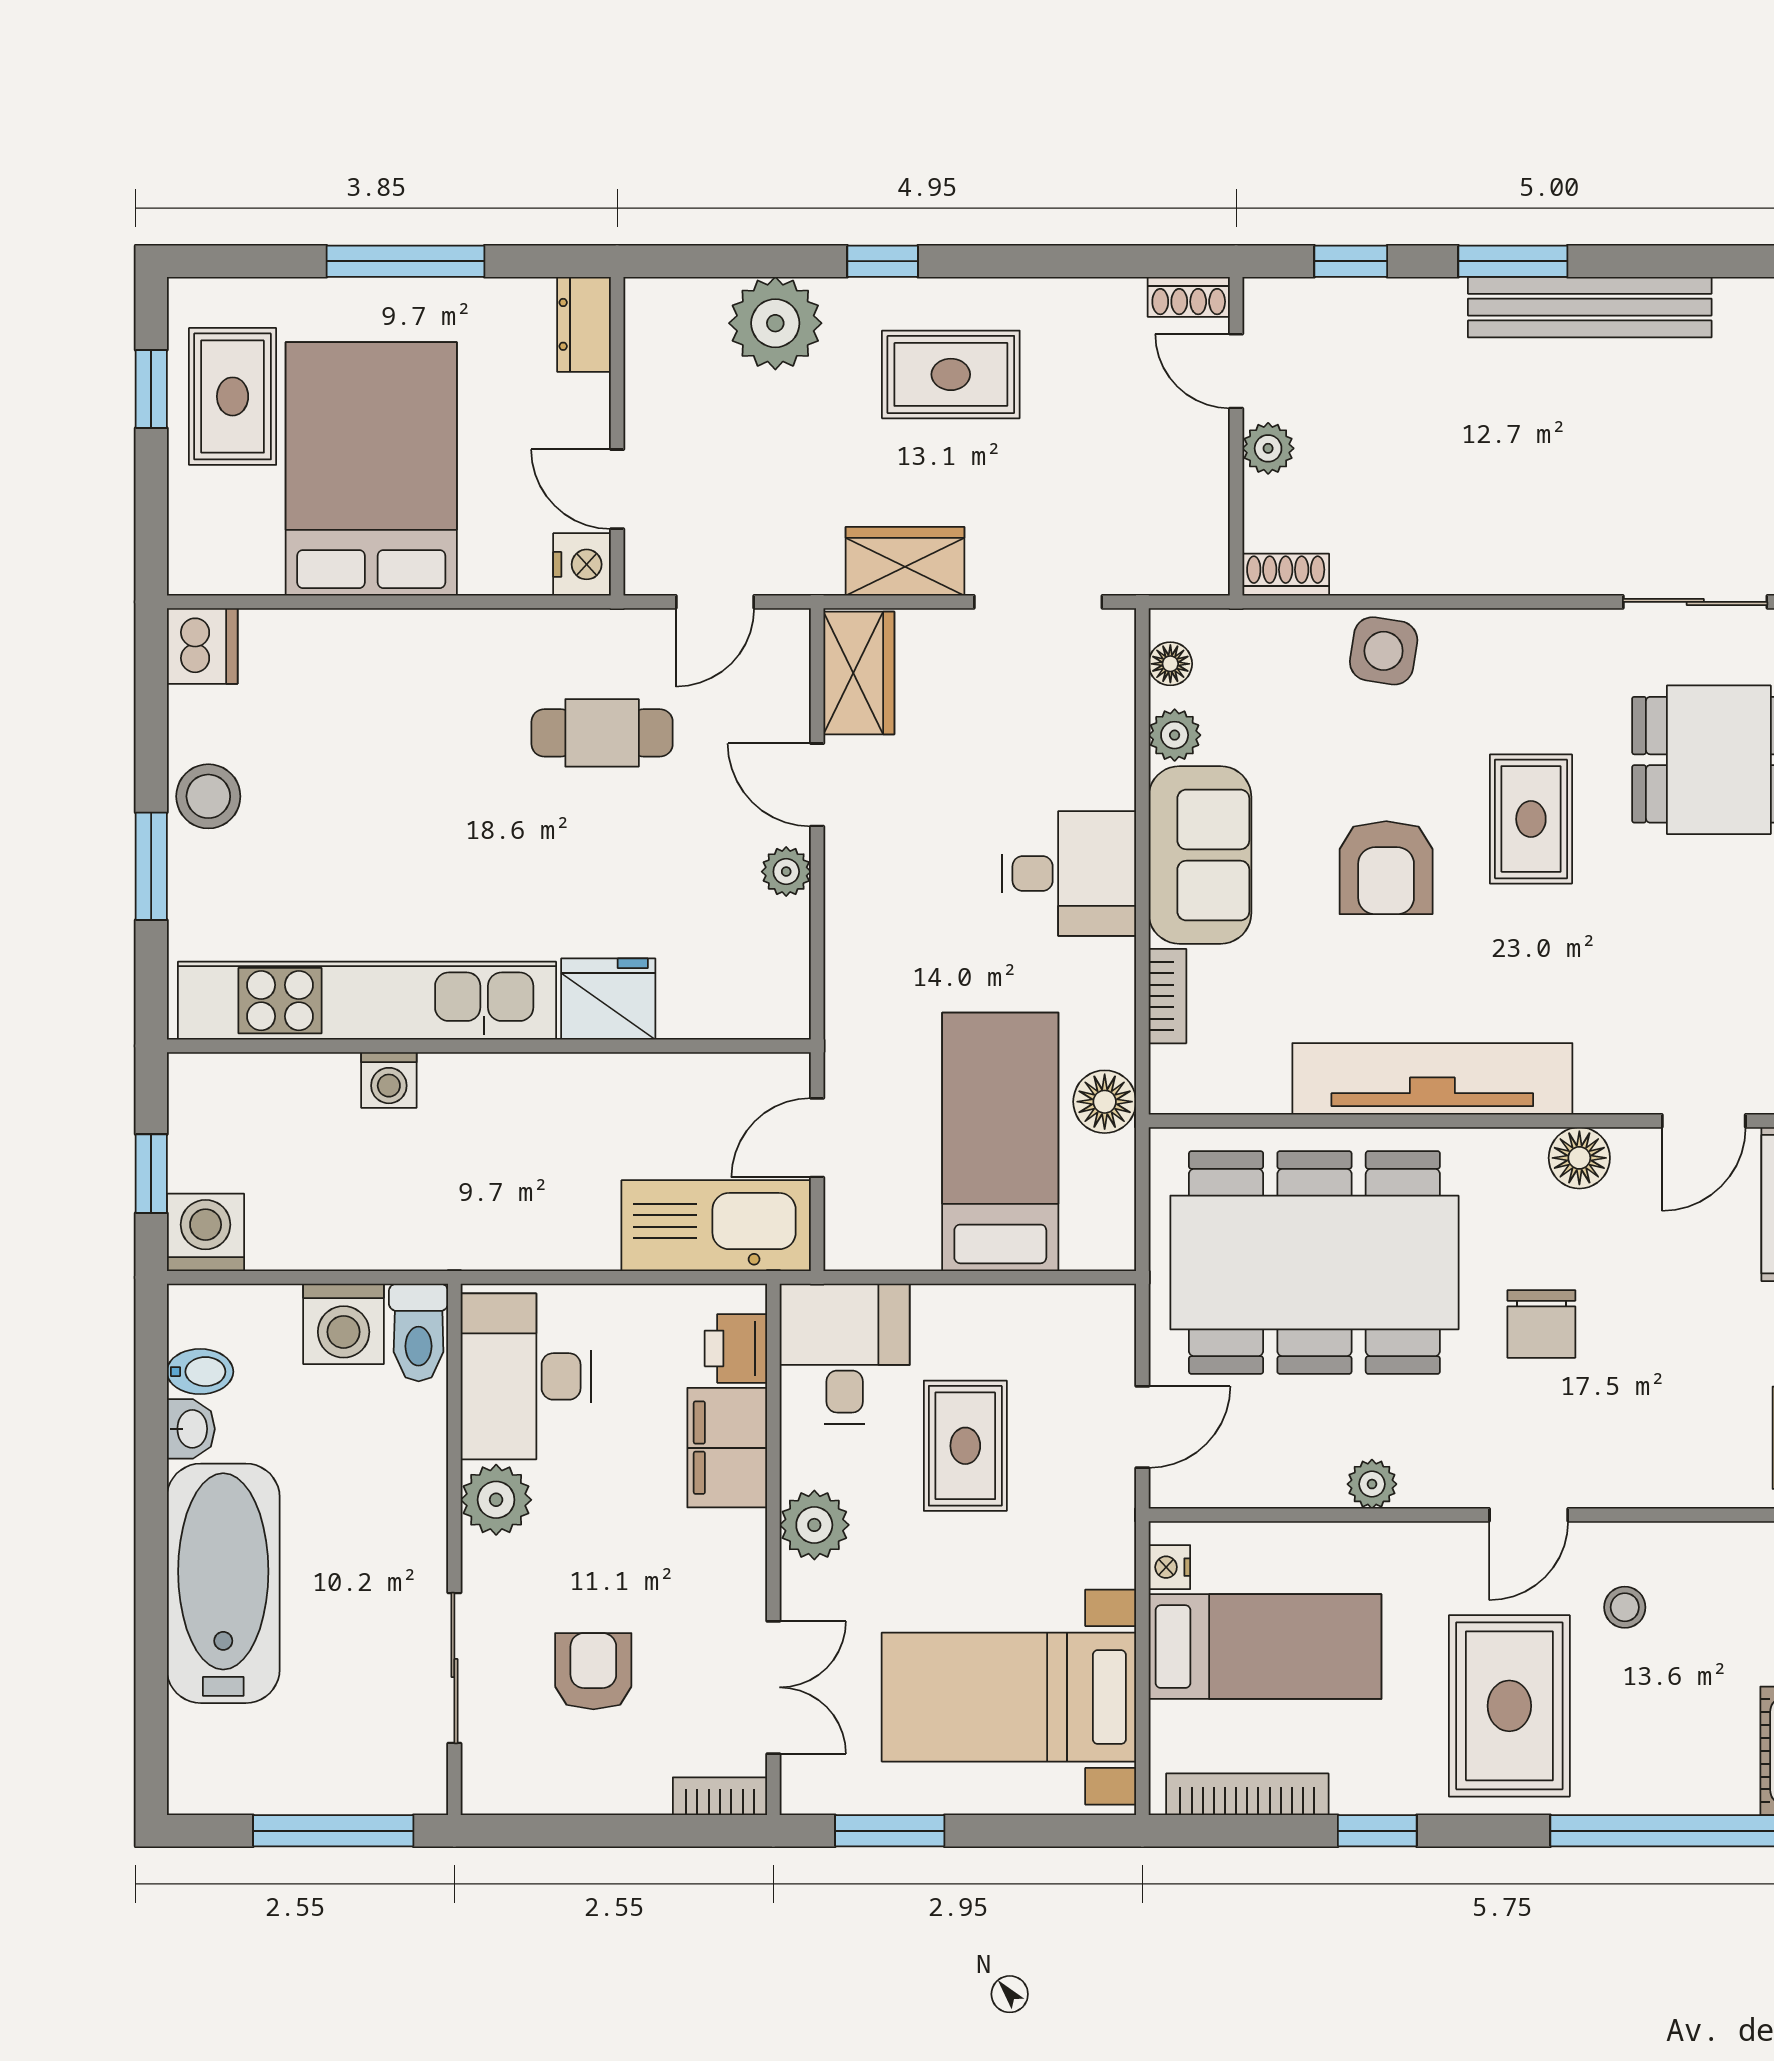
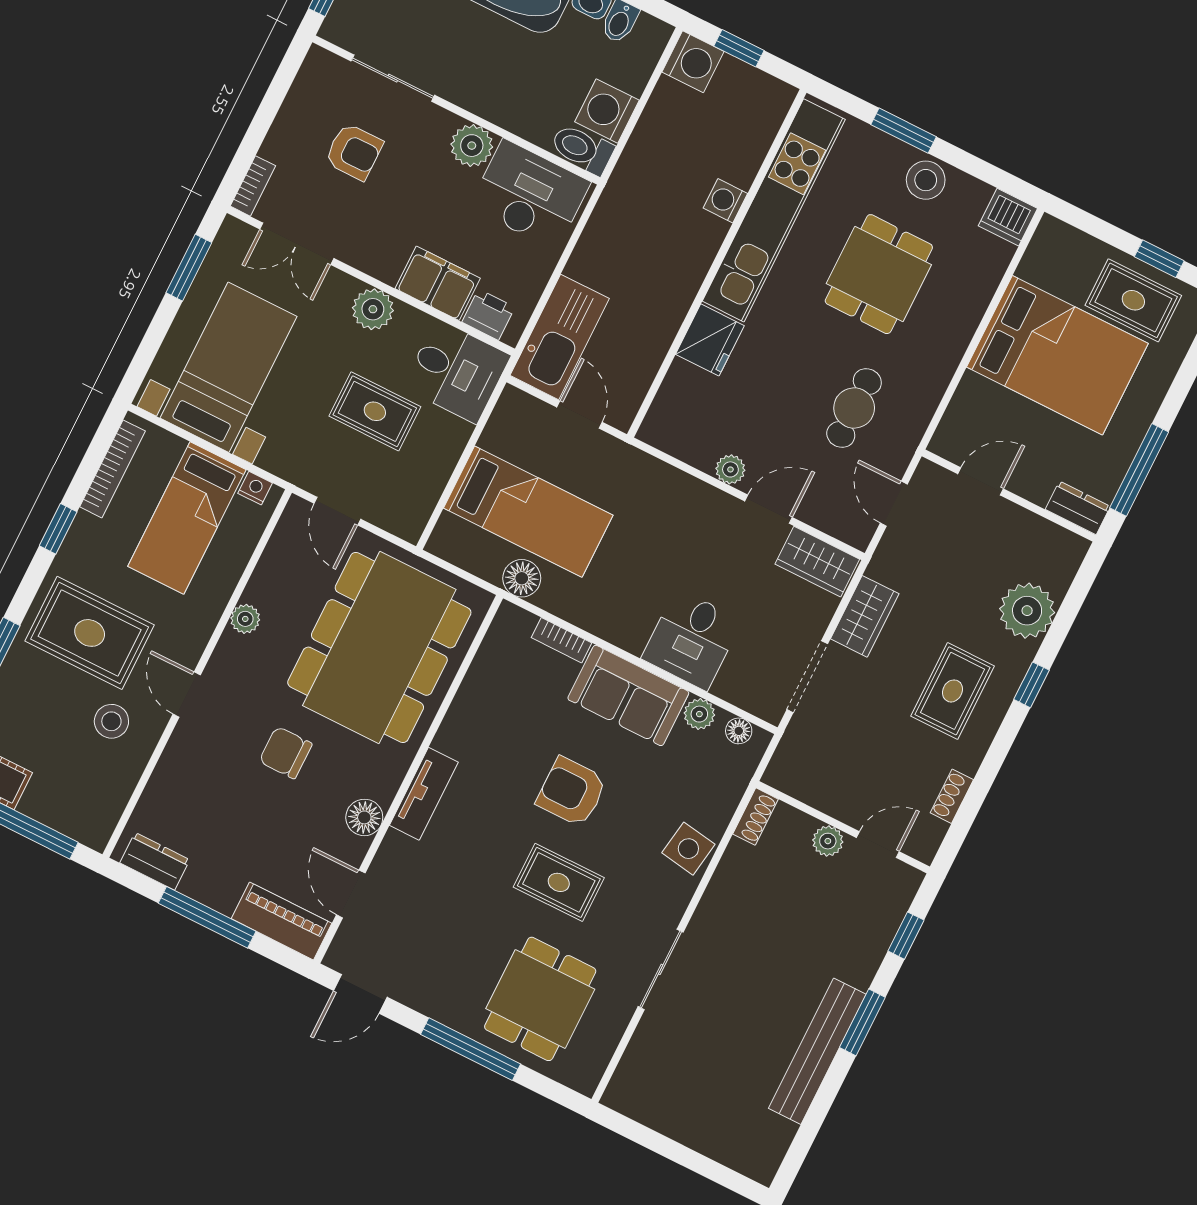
window: (405, 261) -> (1139, 470), moved
shoe rack: (1189, 297) -> (952, 796), moved
nightstand: (582, 564) -> (950, 442), removed
sliding door: (1695, 602) -> (661, 969), moved
dining table: (384, 796) -> (879, 274), added
desk: (1069, 874) -> (692, 639), moved
tv unit: (1432, 1079) -> (424, 794), width x0.52, depth x0.78
stool: (1625, 1607) -> (111, 721), width x1.37, depth x1.37

